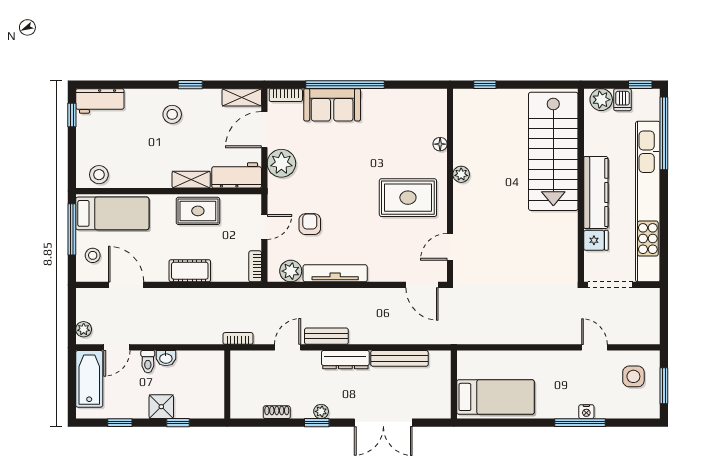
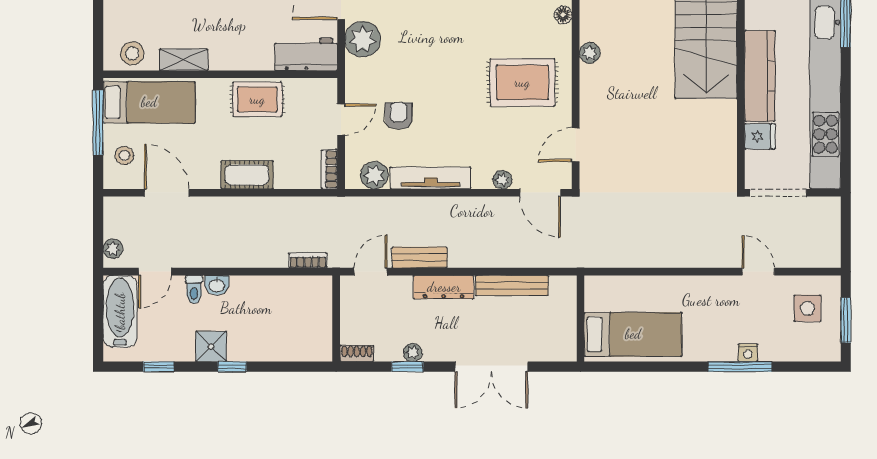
shelving: (191, 180) -> (184, 60), moved
plant: (392, 275) -> (502, 180), added
wall: (227, 385) -> (336, 319), moved

